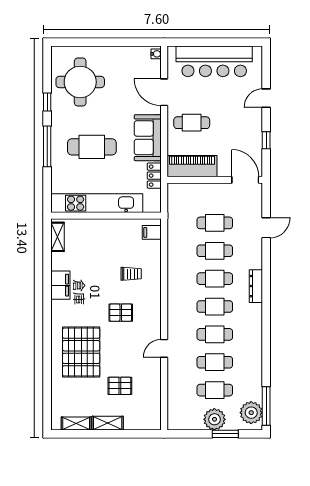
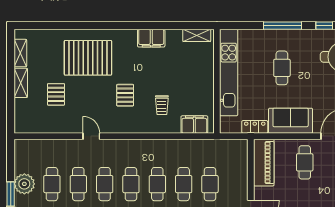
cafe table: (92, 147) -> (282, 68), width x0.73, depth x0.74
filing cabinet: (152, 232) -> (194, 125), width x2.00

